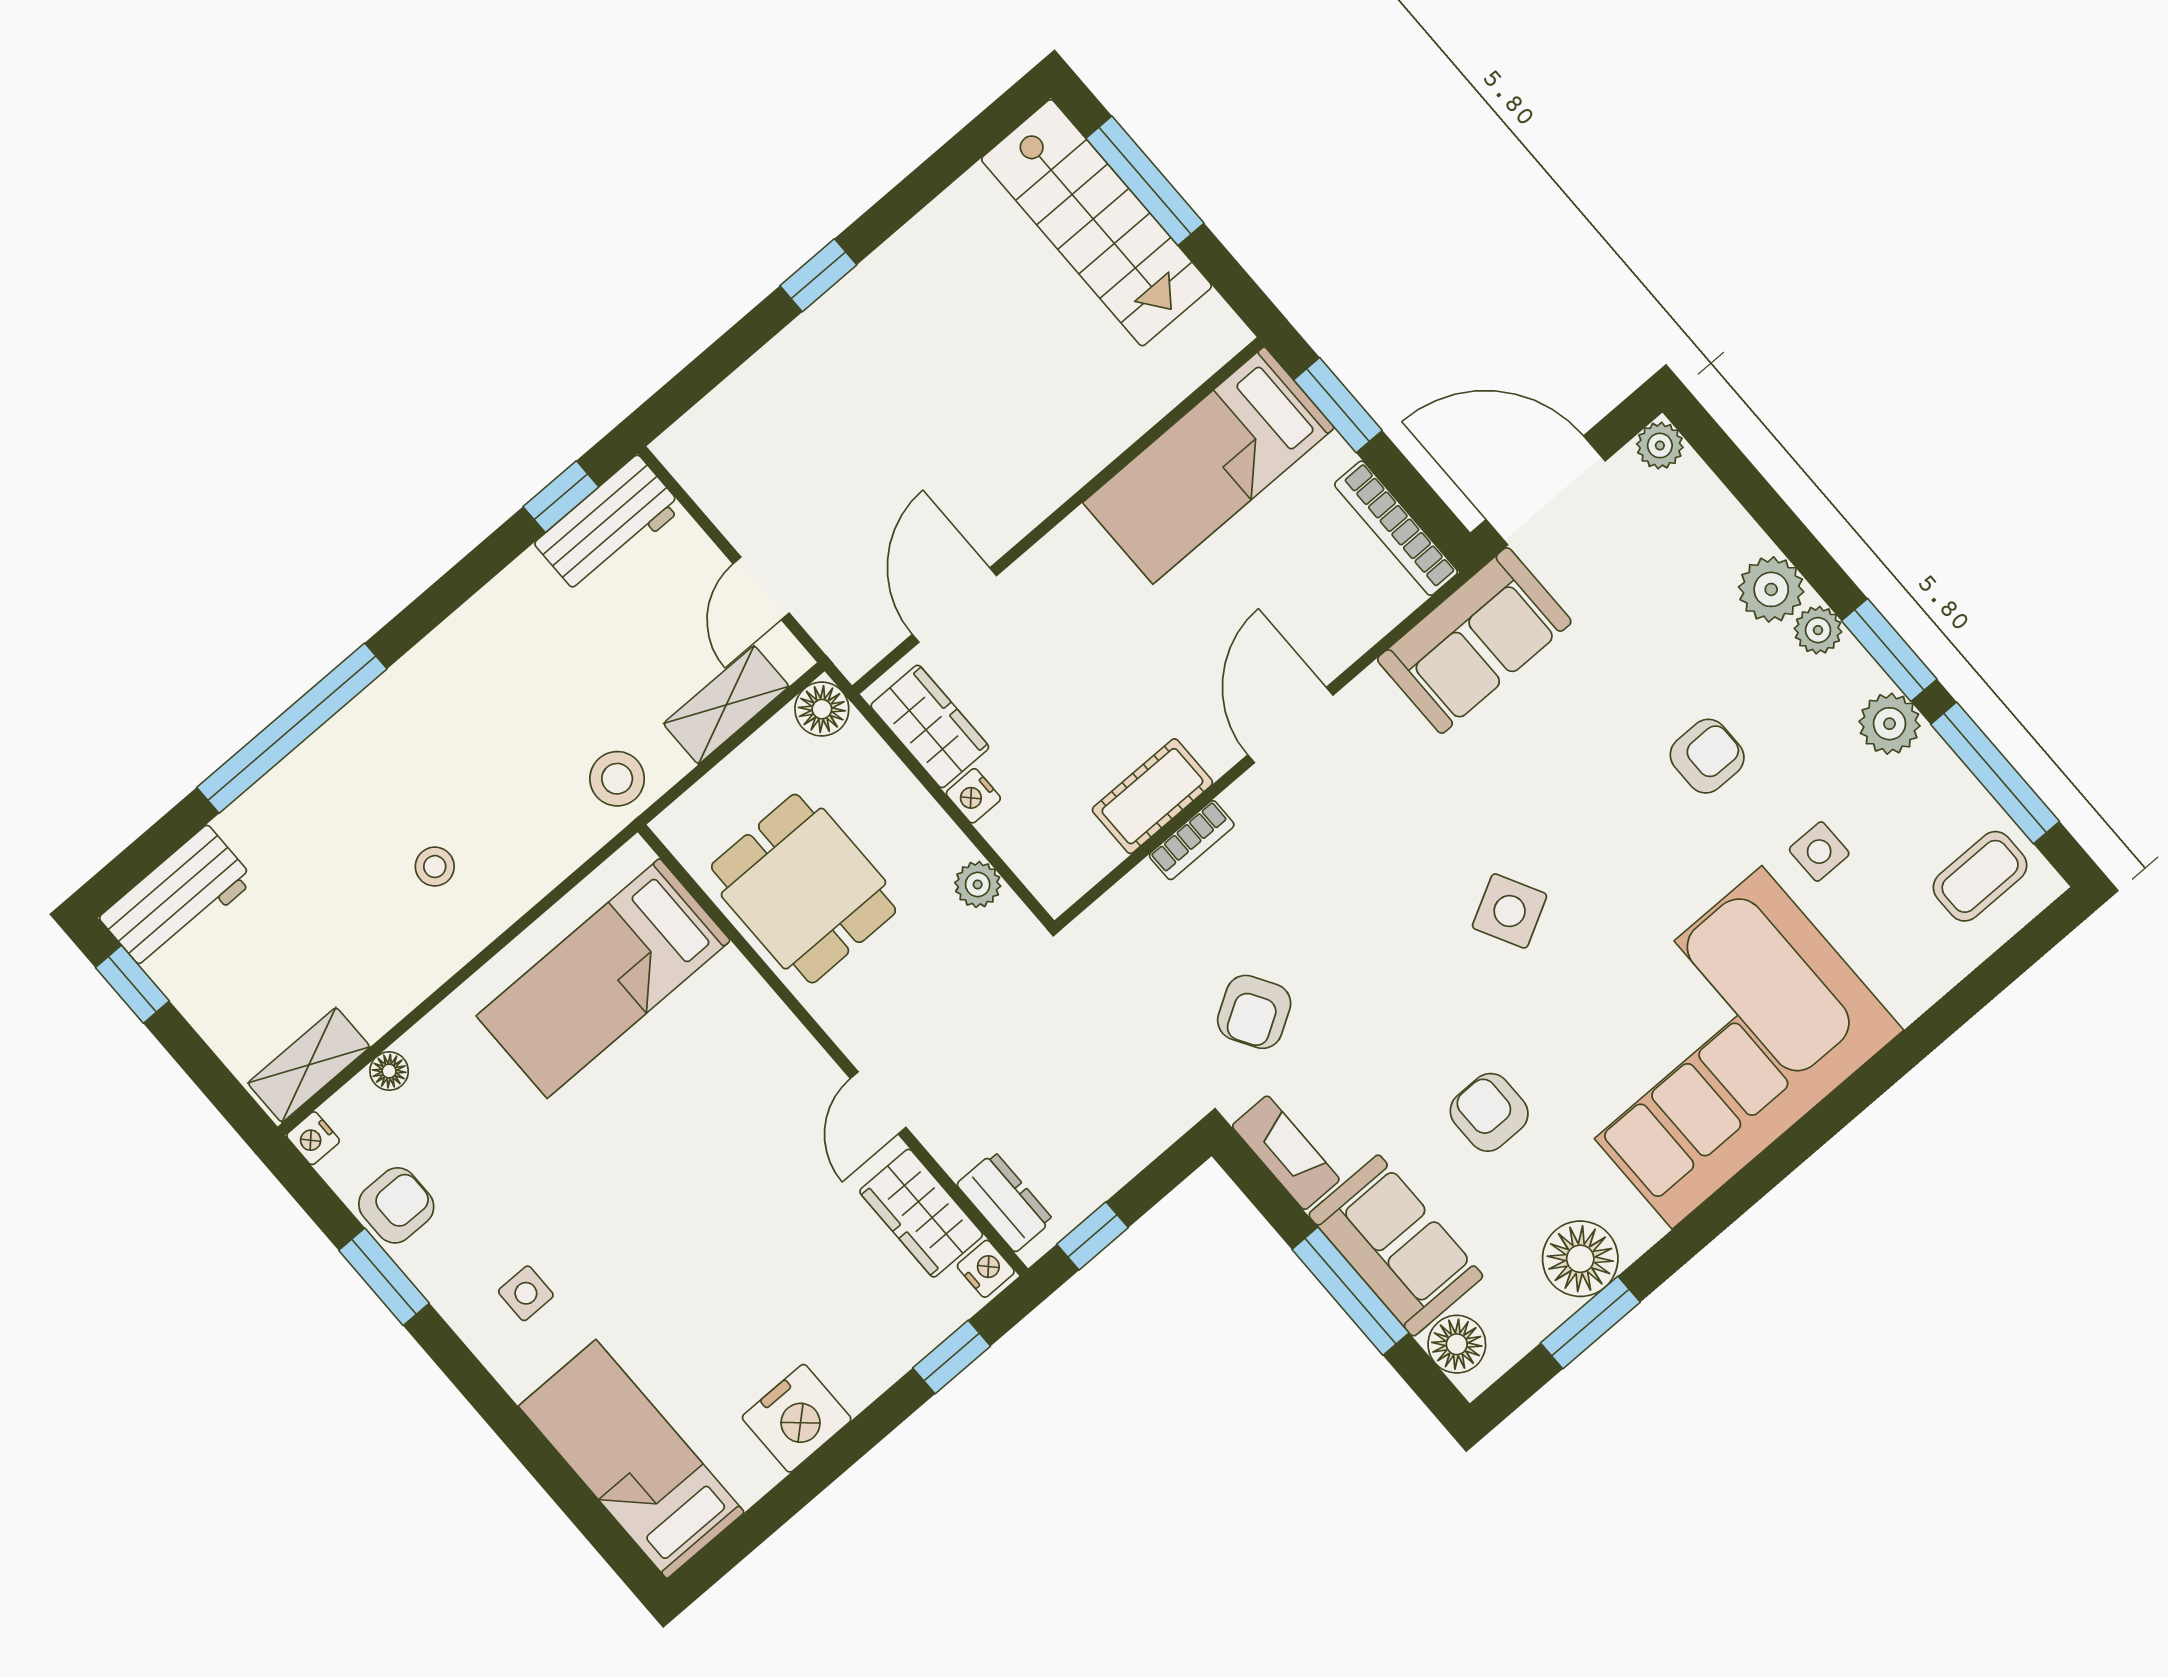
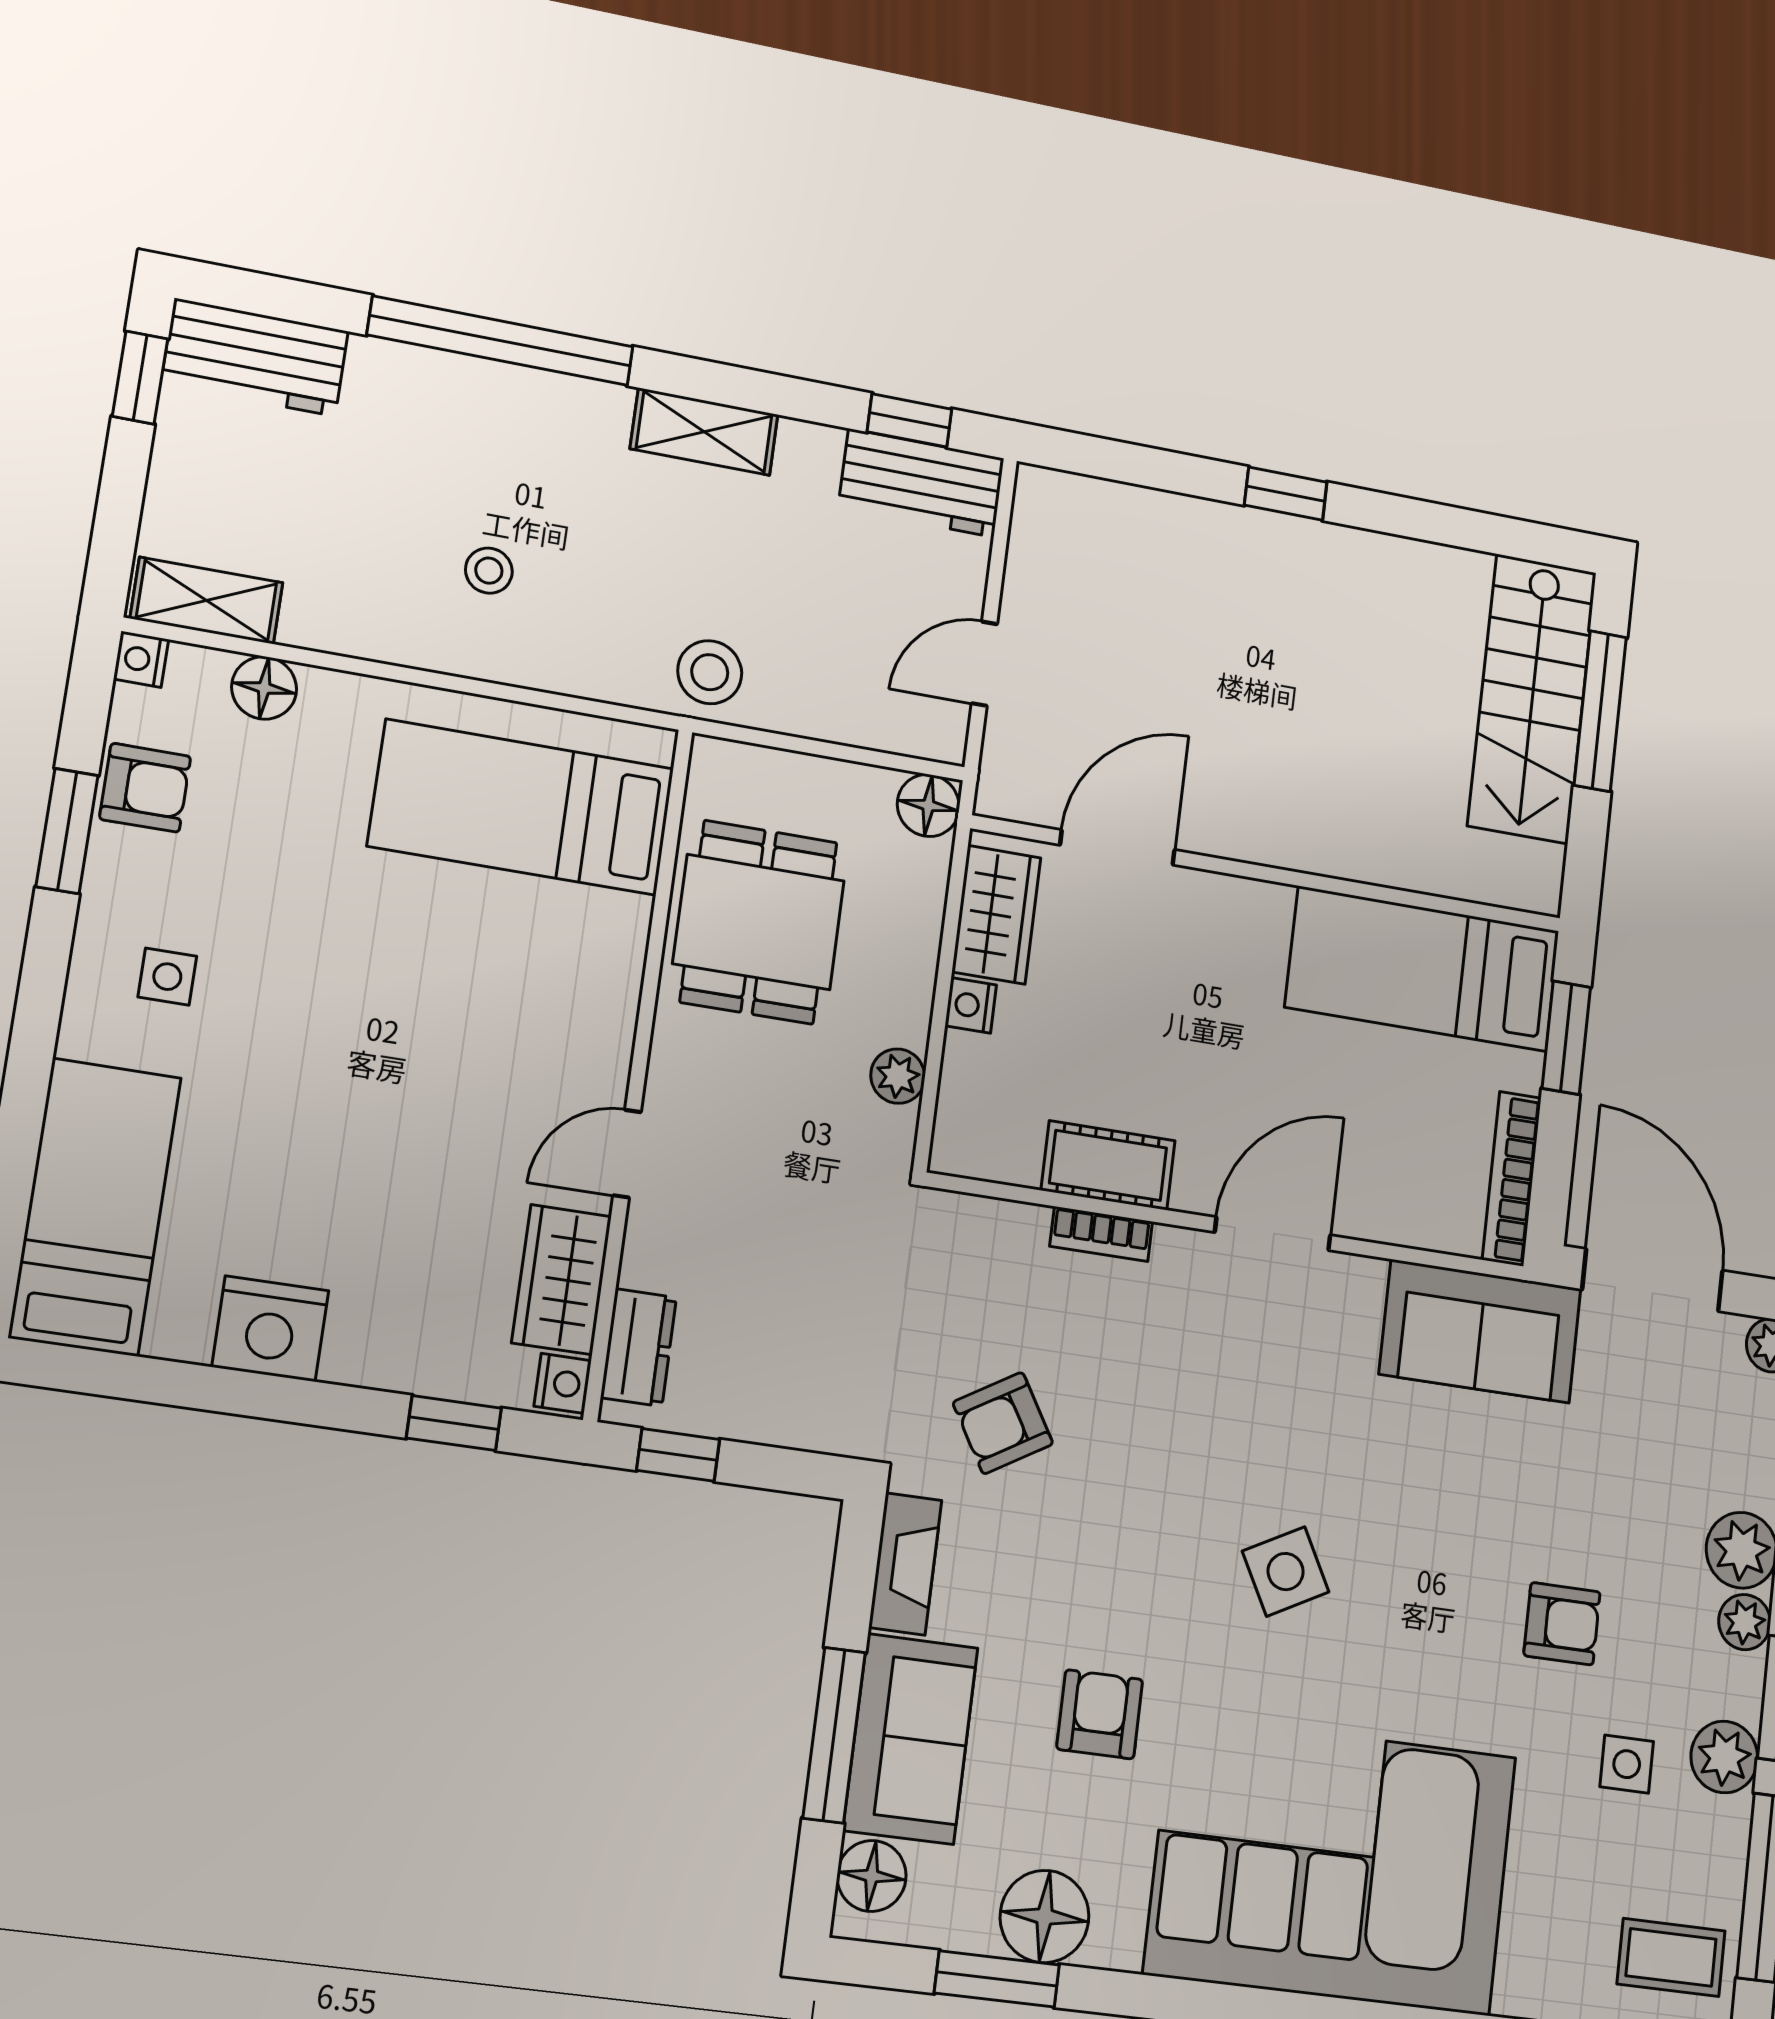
shelving: (726, 705) -> (704, 432), moved
side table: (1819, 852) -> (1627, 1764), moved
floor lamp: (389, 1071) -> (264, 688), width x1.37, depth x1.37

